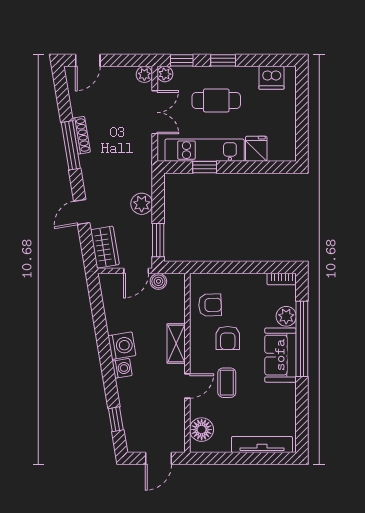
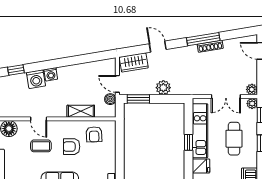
window: (205, 167) -> (188, 142), moved
shelving: (176, 344) -> (81, 111), moved
washing machine: (122, 346) -> (36, 79), moved

